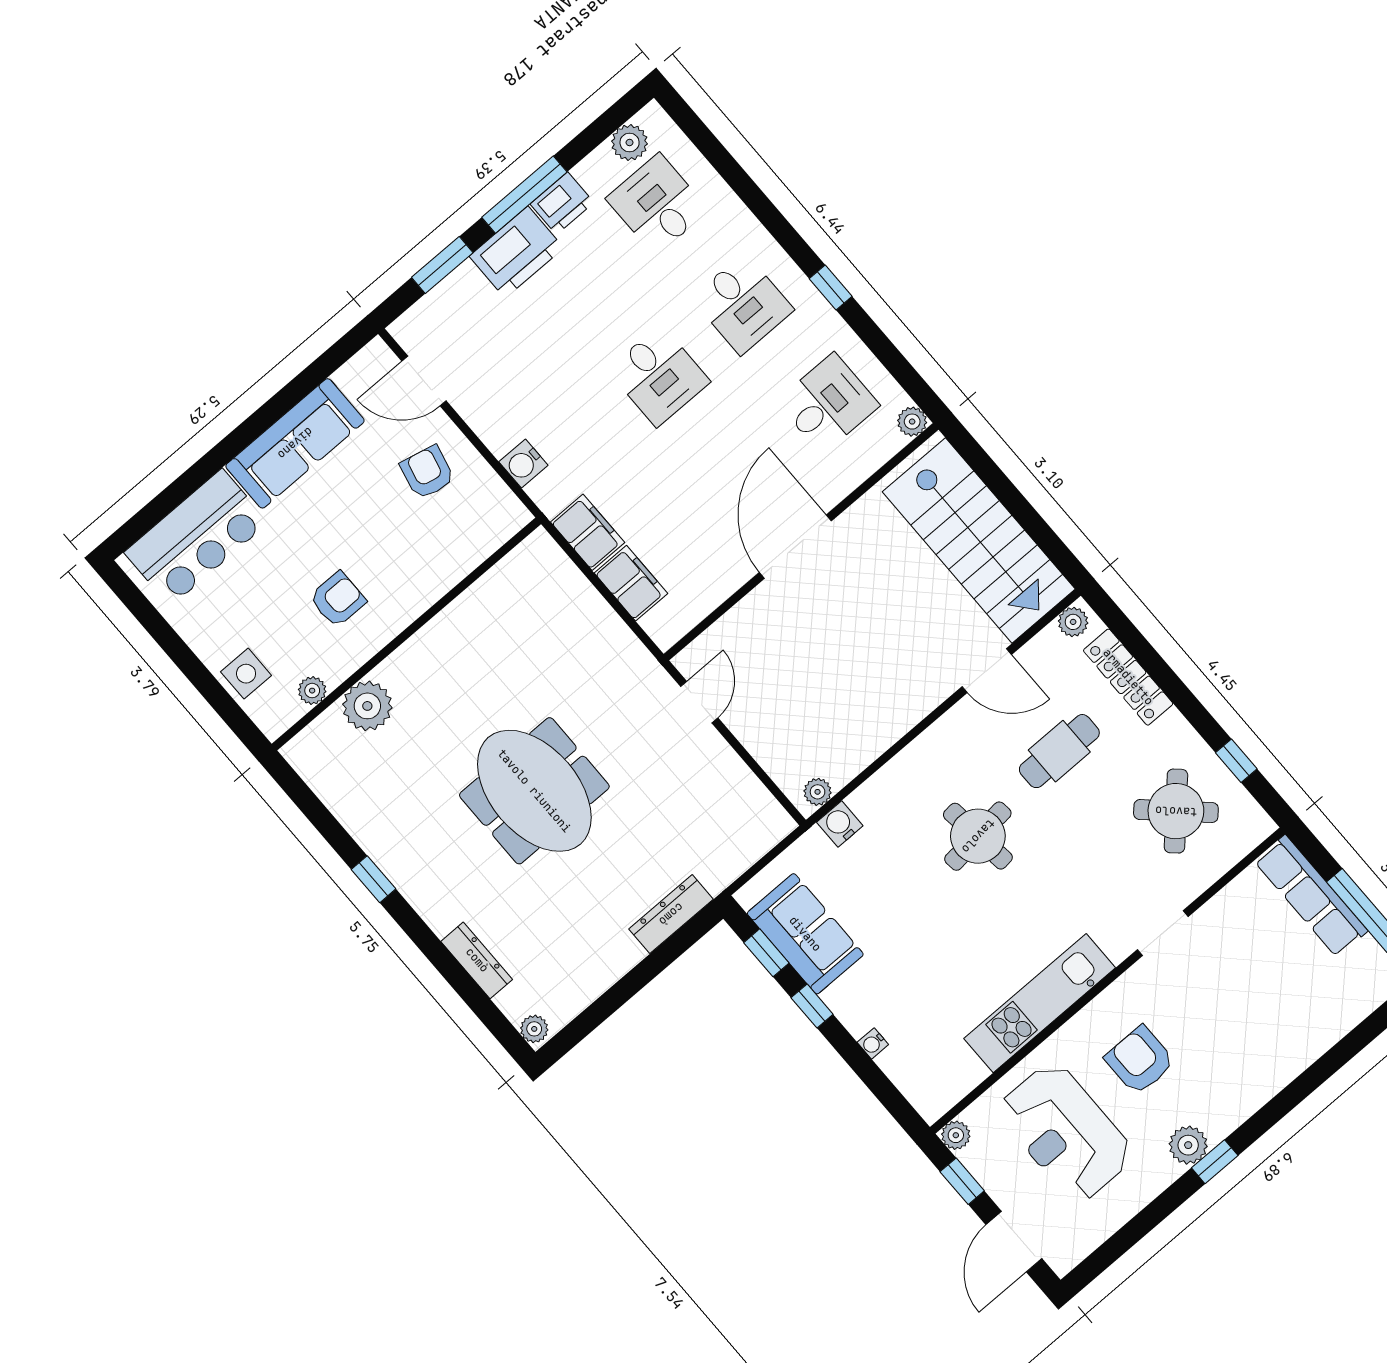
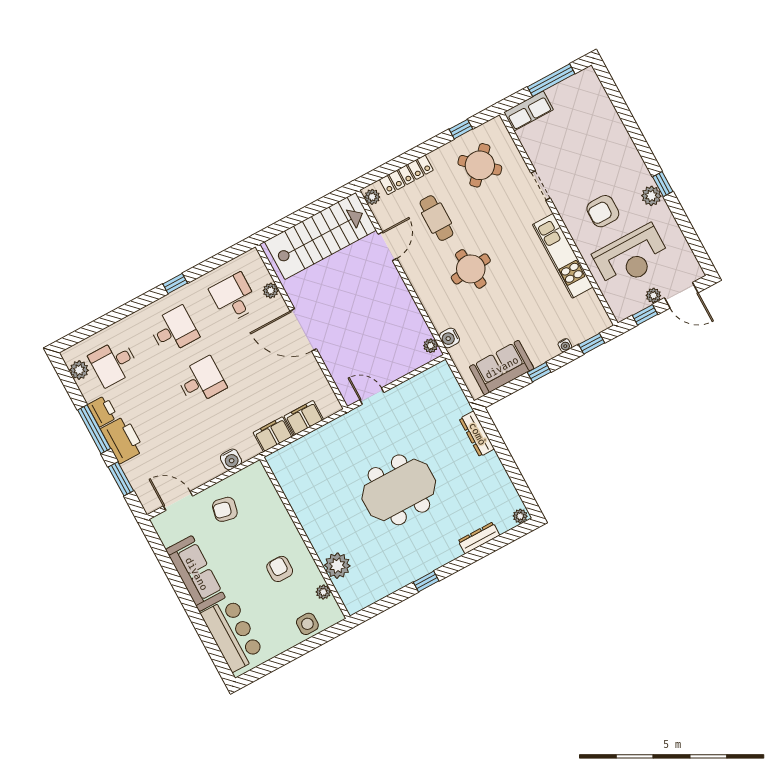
door: (424, 381) -> (178, 501), swing flipped
plant: (912, 422) -> (271, 291), moved
row of seats: (1311, 896) -> (529, 111), width x0.68
window: (766, 953) -> (592, 344), moved
plant: (956, 1135) -> (653, 295), moved

